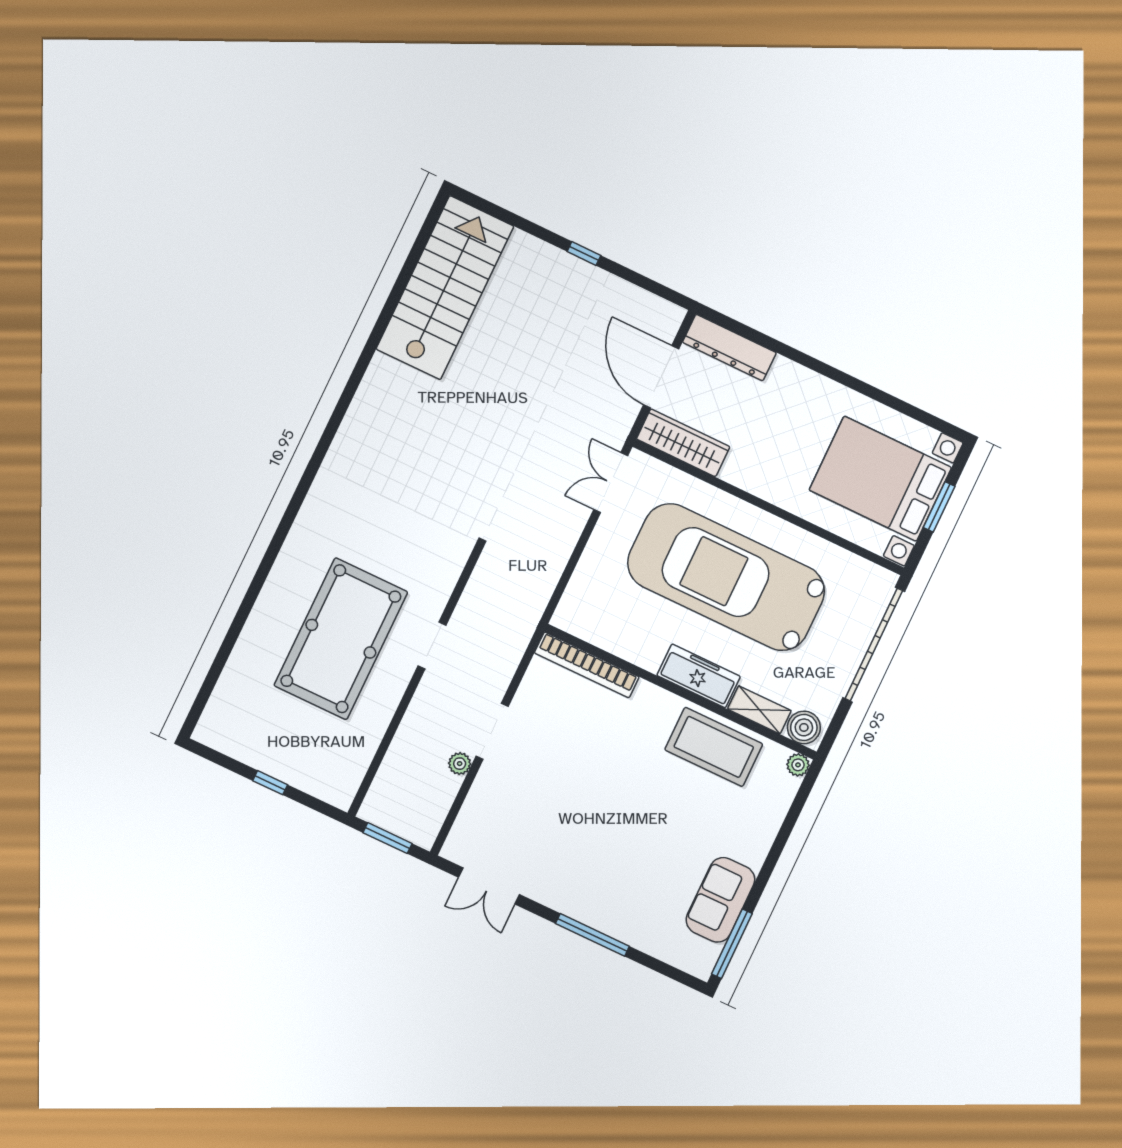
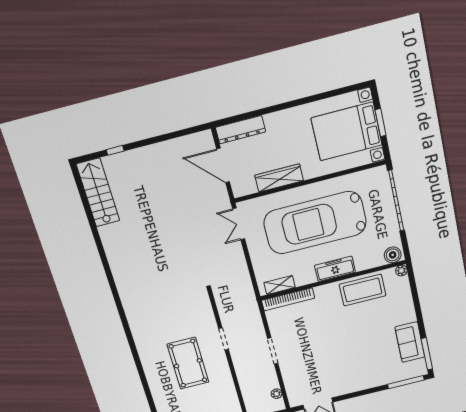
window: (584, 253) -> (115, 150), moved
stairs: (445, 288) -> (98, 193), width x0.73, depth x0.66
wardrobe: (683, 443) -> (279, 178), moved
pool table: (341, 639) -> (188, 363), width x0.73, depth x0.76
shelving: (759, 710) -> (280, 285), moved
plant: (460, 764) -> (277, 394), moved
window: (592, 935) -> (406, 382), moved

